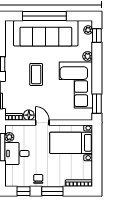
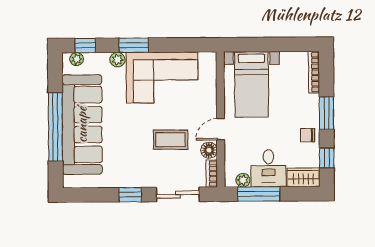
coffee table: (36, 74) -> (171, 140), moved
window: (97, 104) -> (134, 45), moved
wardrobe: (11, 176) -> (304, 177), added

